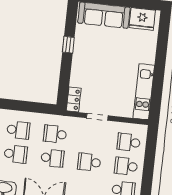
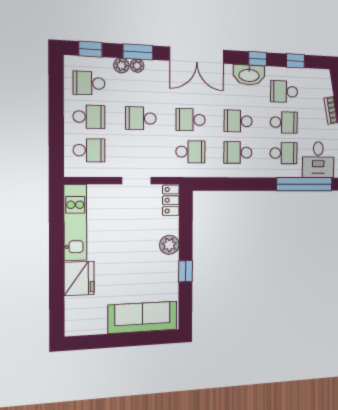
fridge: (142, 19) -> (79, 278), moved, turned 90
plant: (78, 66) -> (169, 245), added
school desk: (89, 162) -> (141, 118), turned 180

